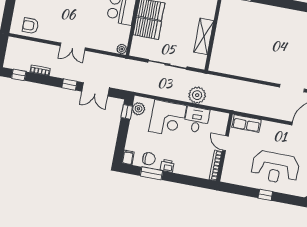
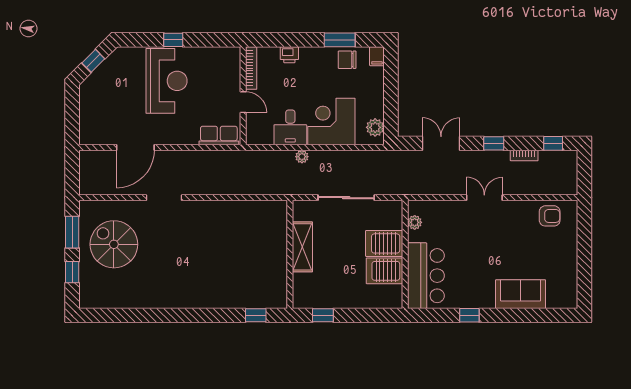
plant: (122, 49) -> (415, 222), moved
window: (69, 84) -> (494, 143), moved
plant: (197, 95) -> (302, 157), width x0.53, depth x0.53
window: (127, 112) -> (391, 120), removed
printer: (167, 166) -> (289, 55), moved
reception desk: (275, 168) -> (167, 81), turned 90

